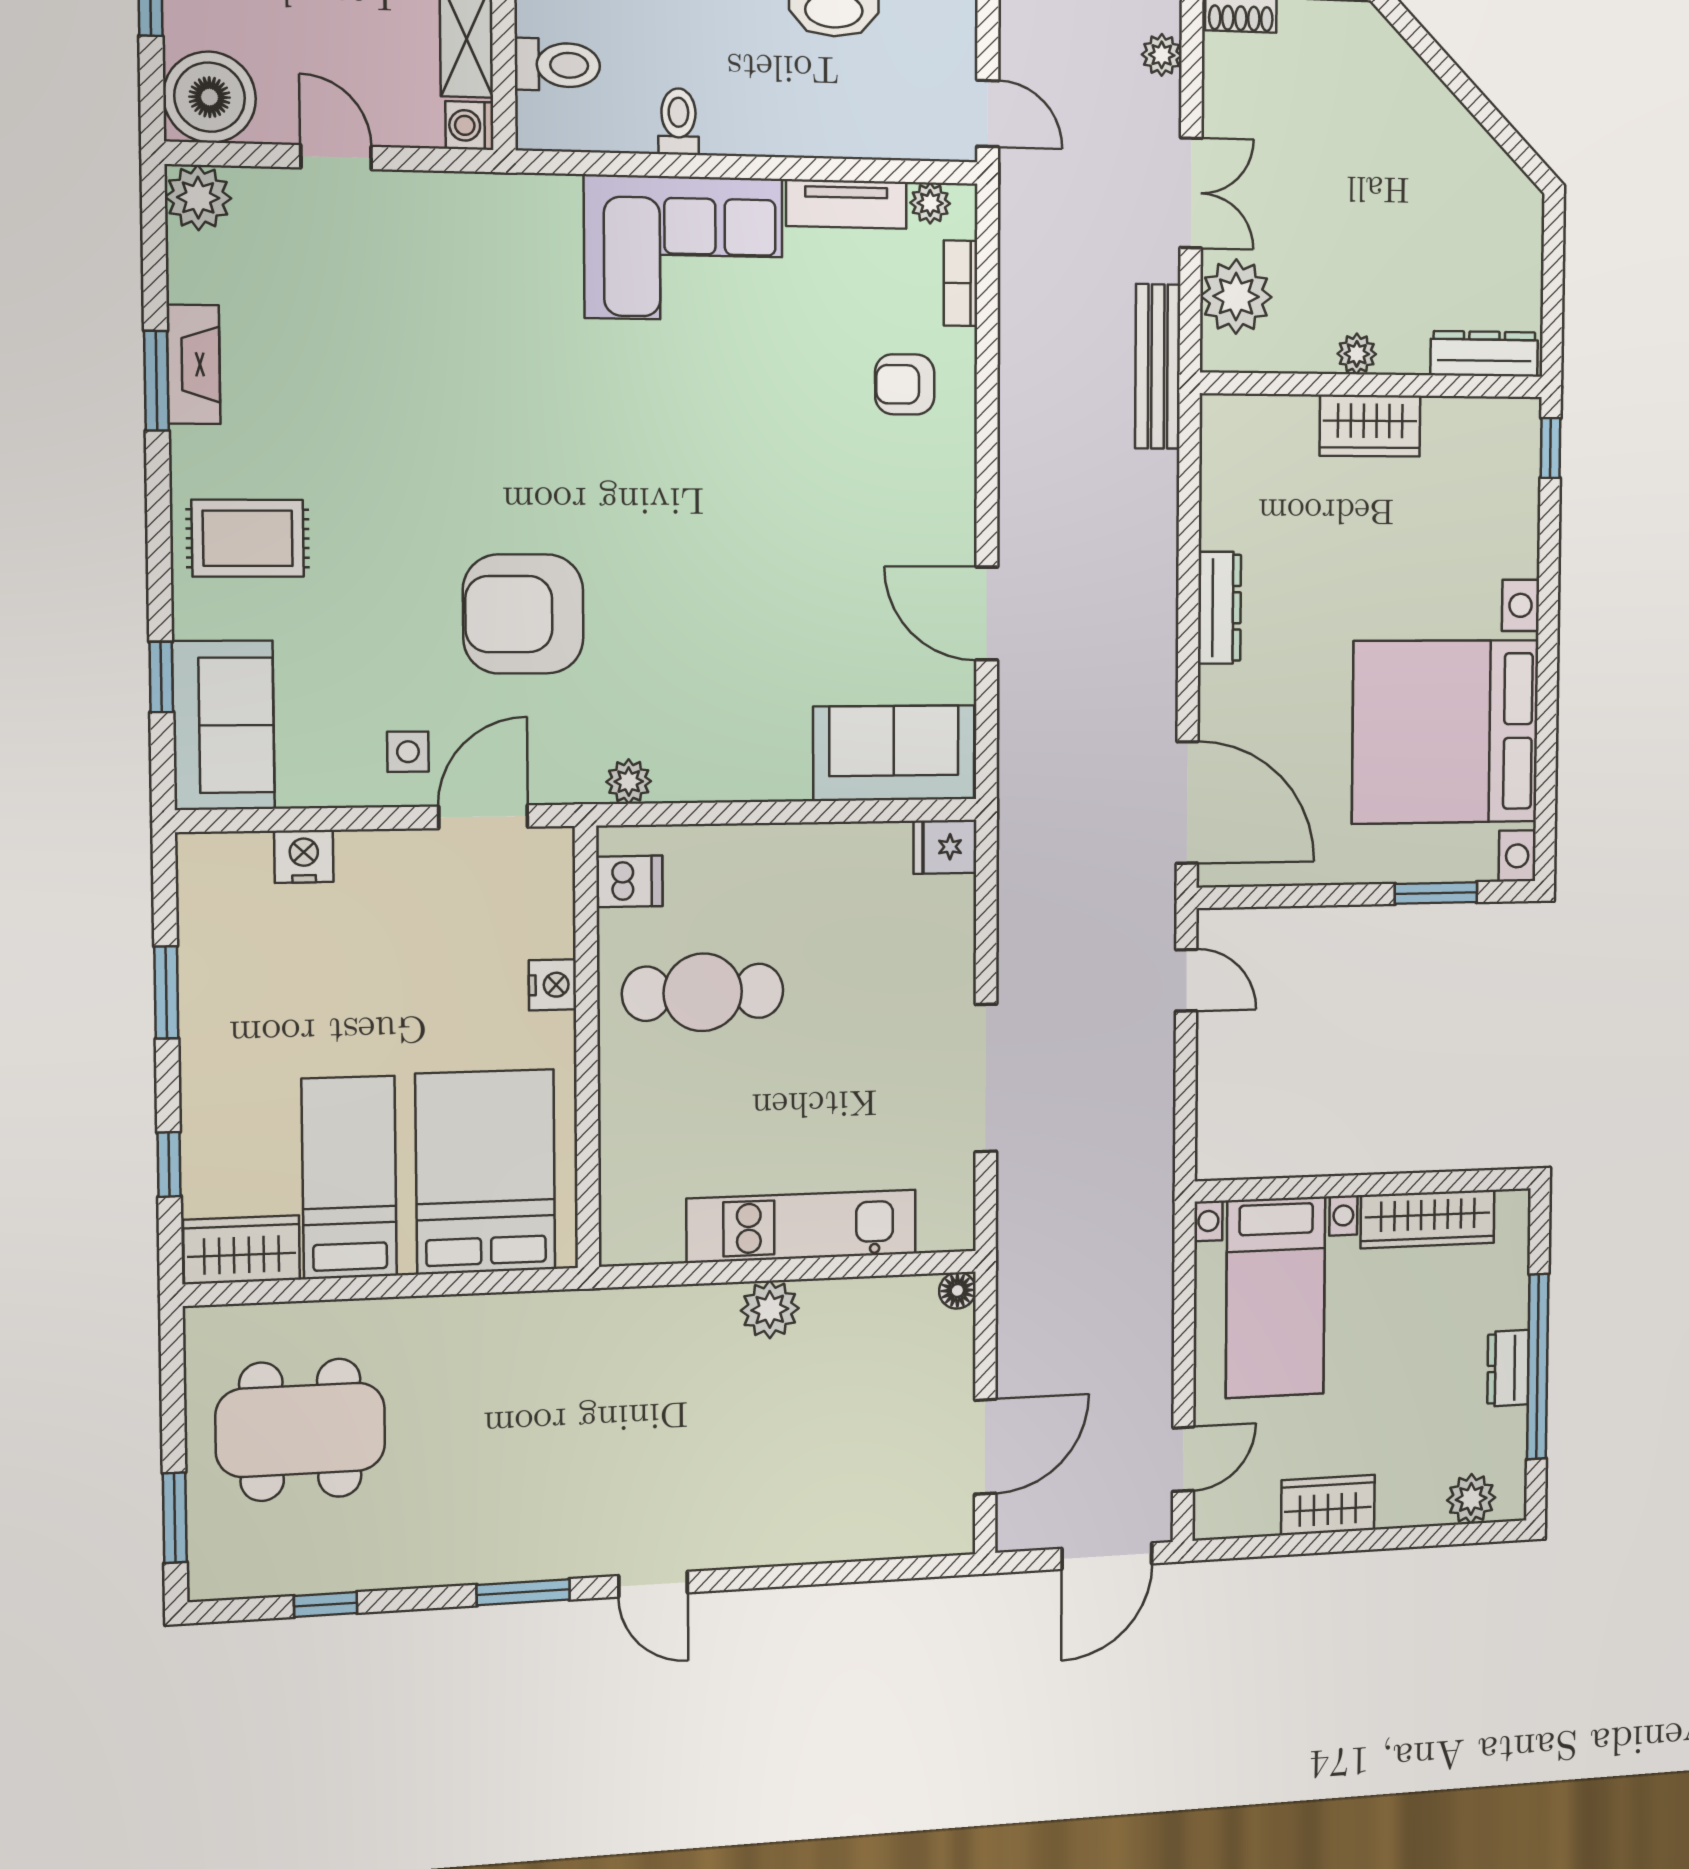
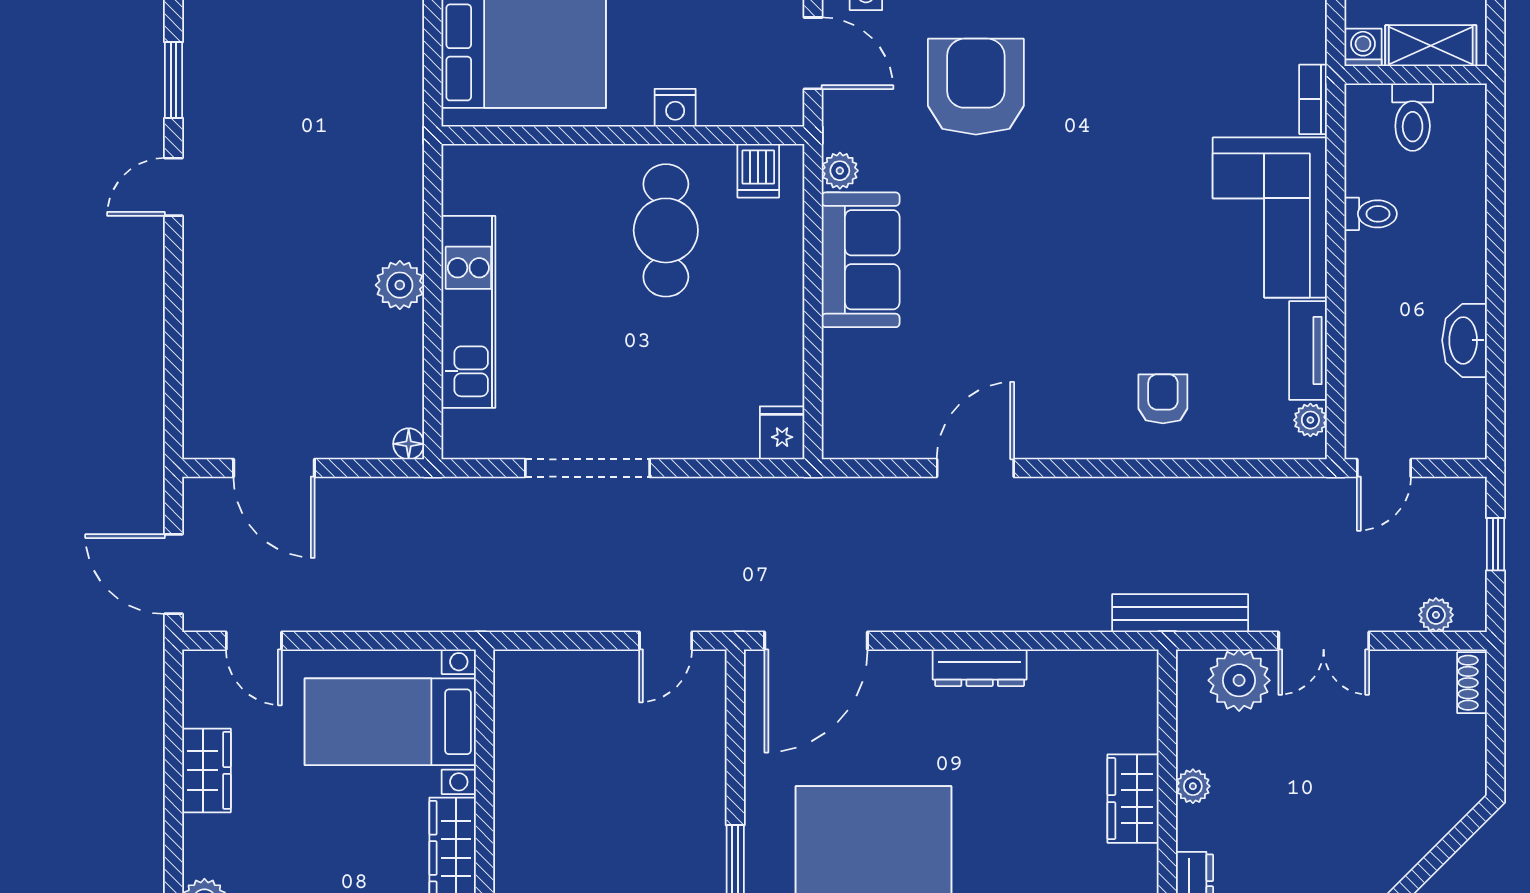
bookcase: (961, 283) -> (1313, 99), moved, turned -90
sofa: (894, 753) -> (861, 260), moved

